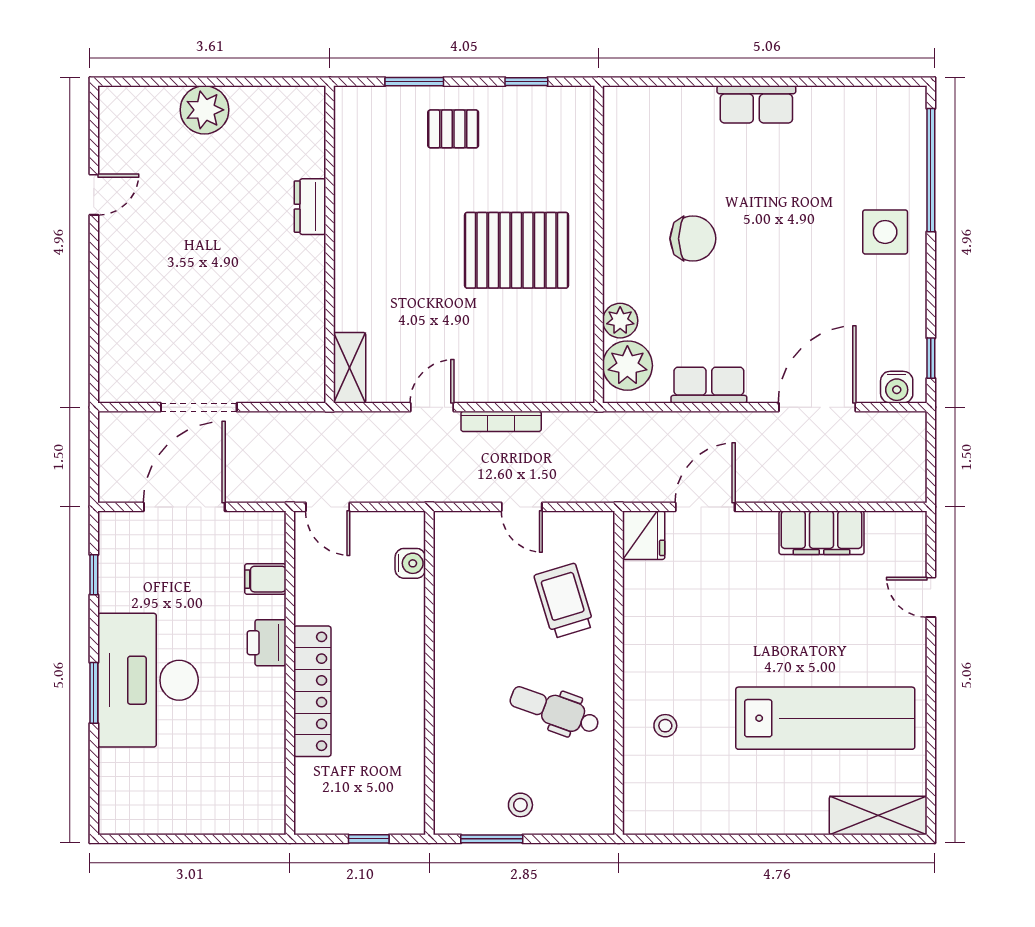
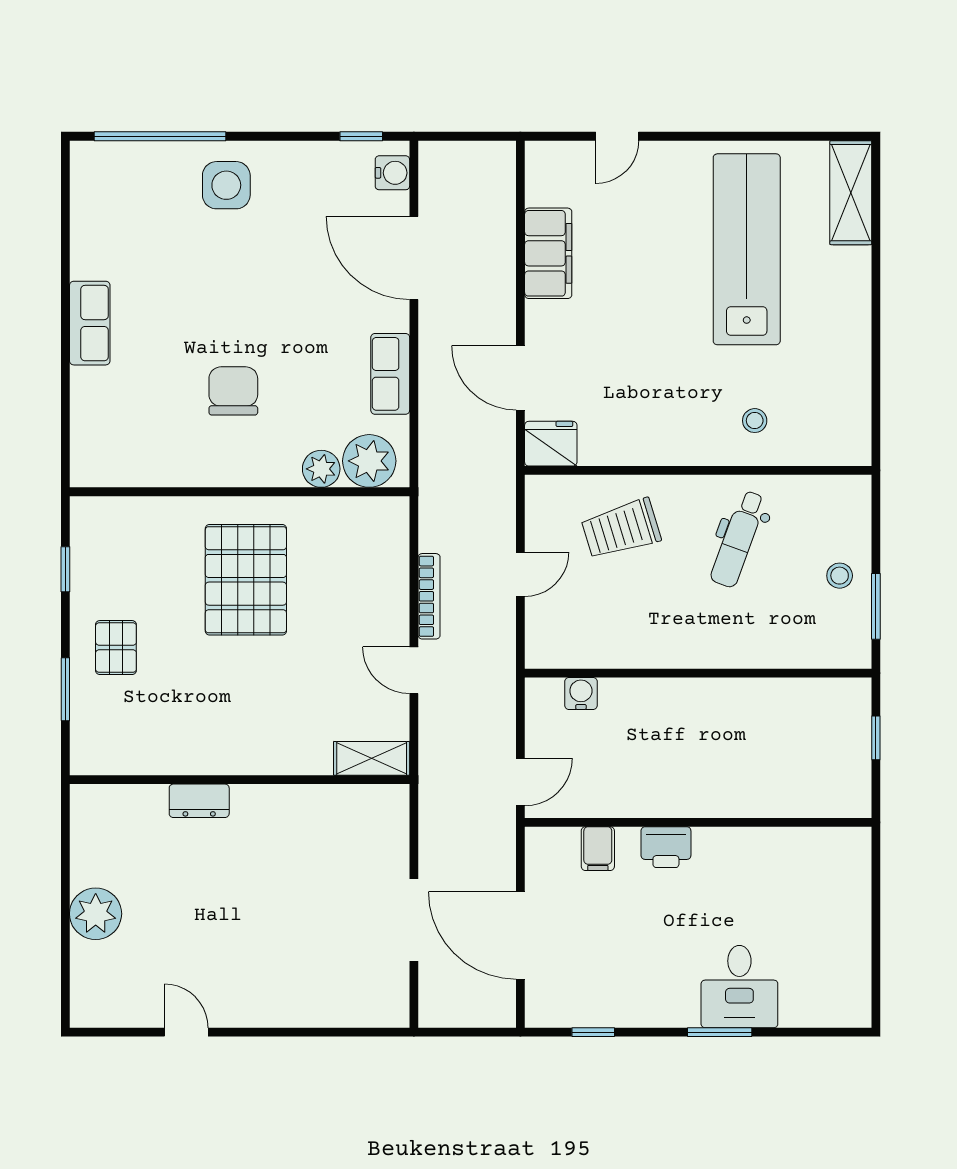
desk: (148, 680) -> (739, 987), width x0.53, depth x0.77
locker: (312, 691) -> (718, 798), removed

